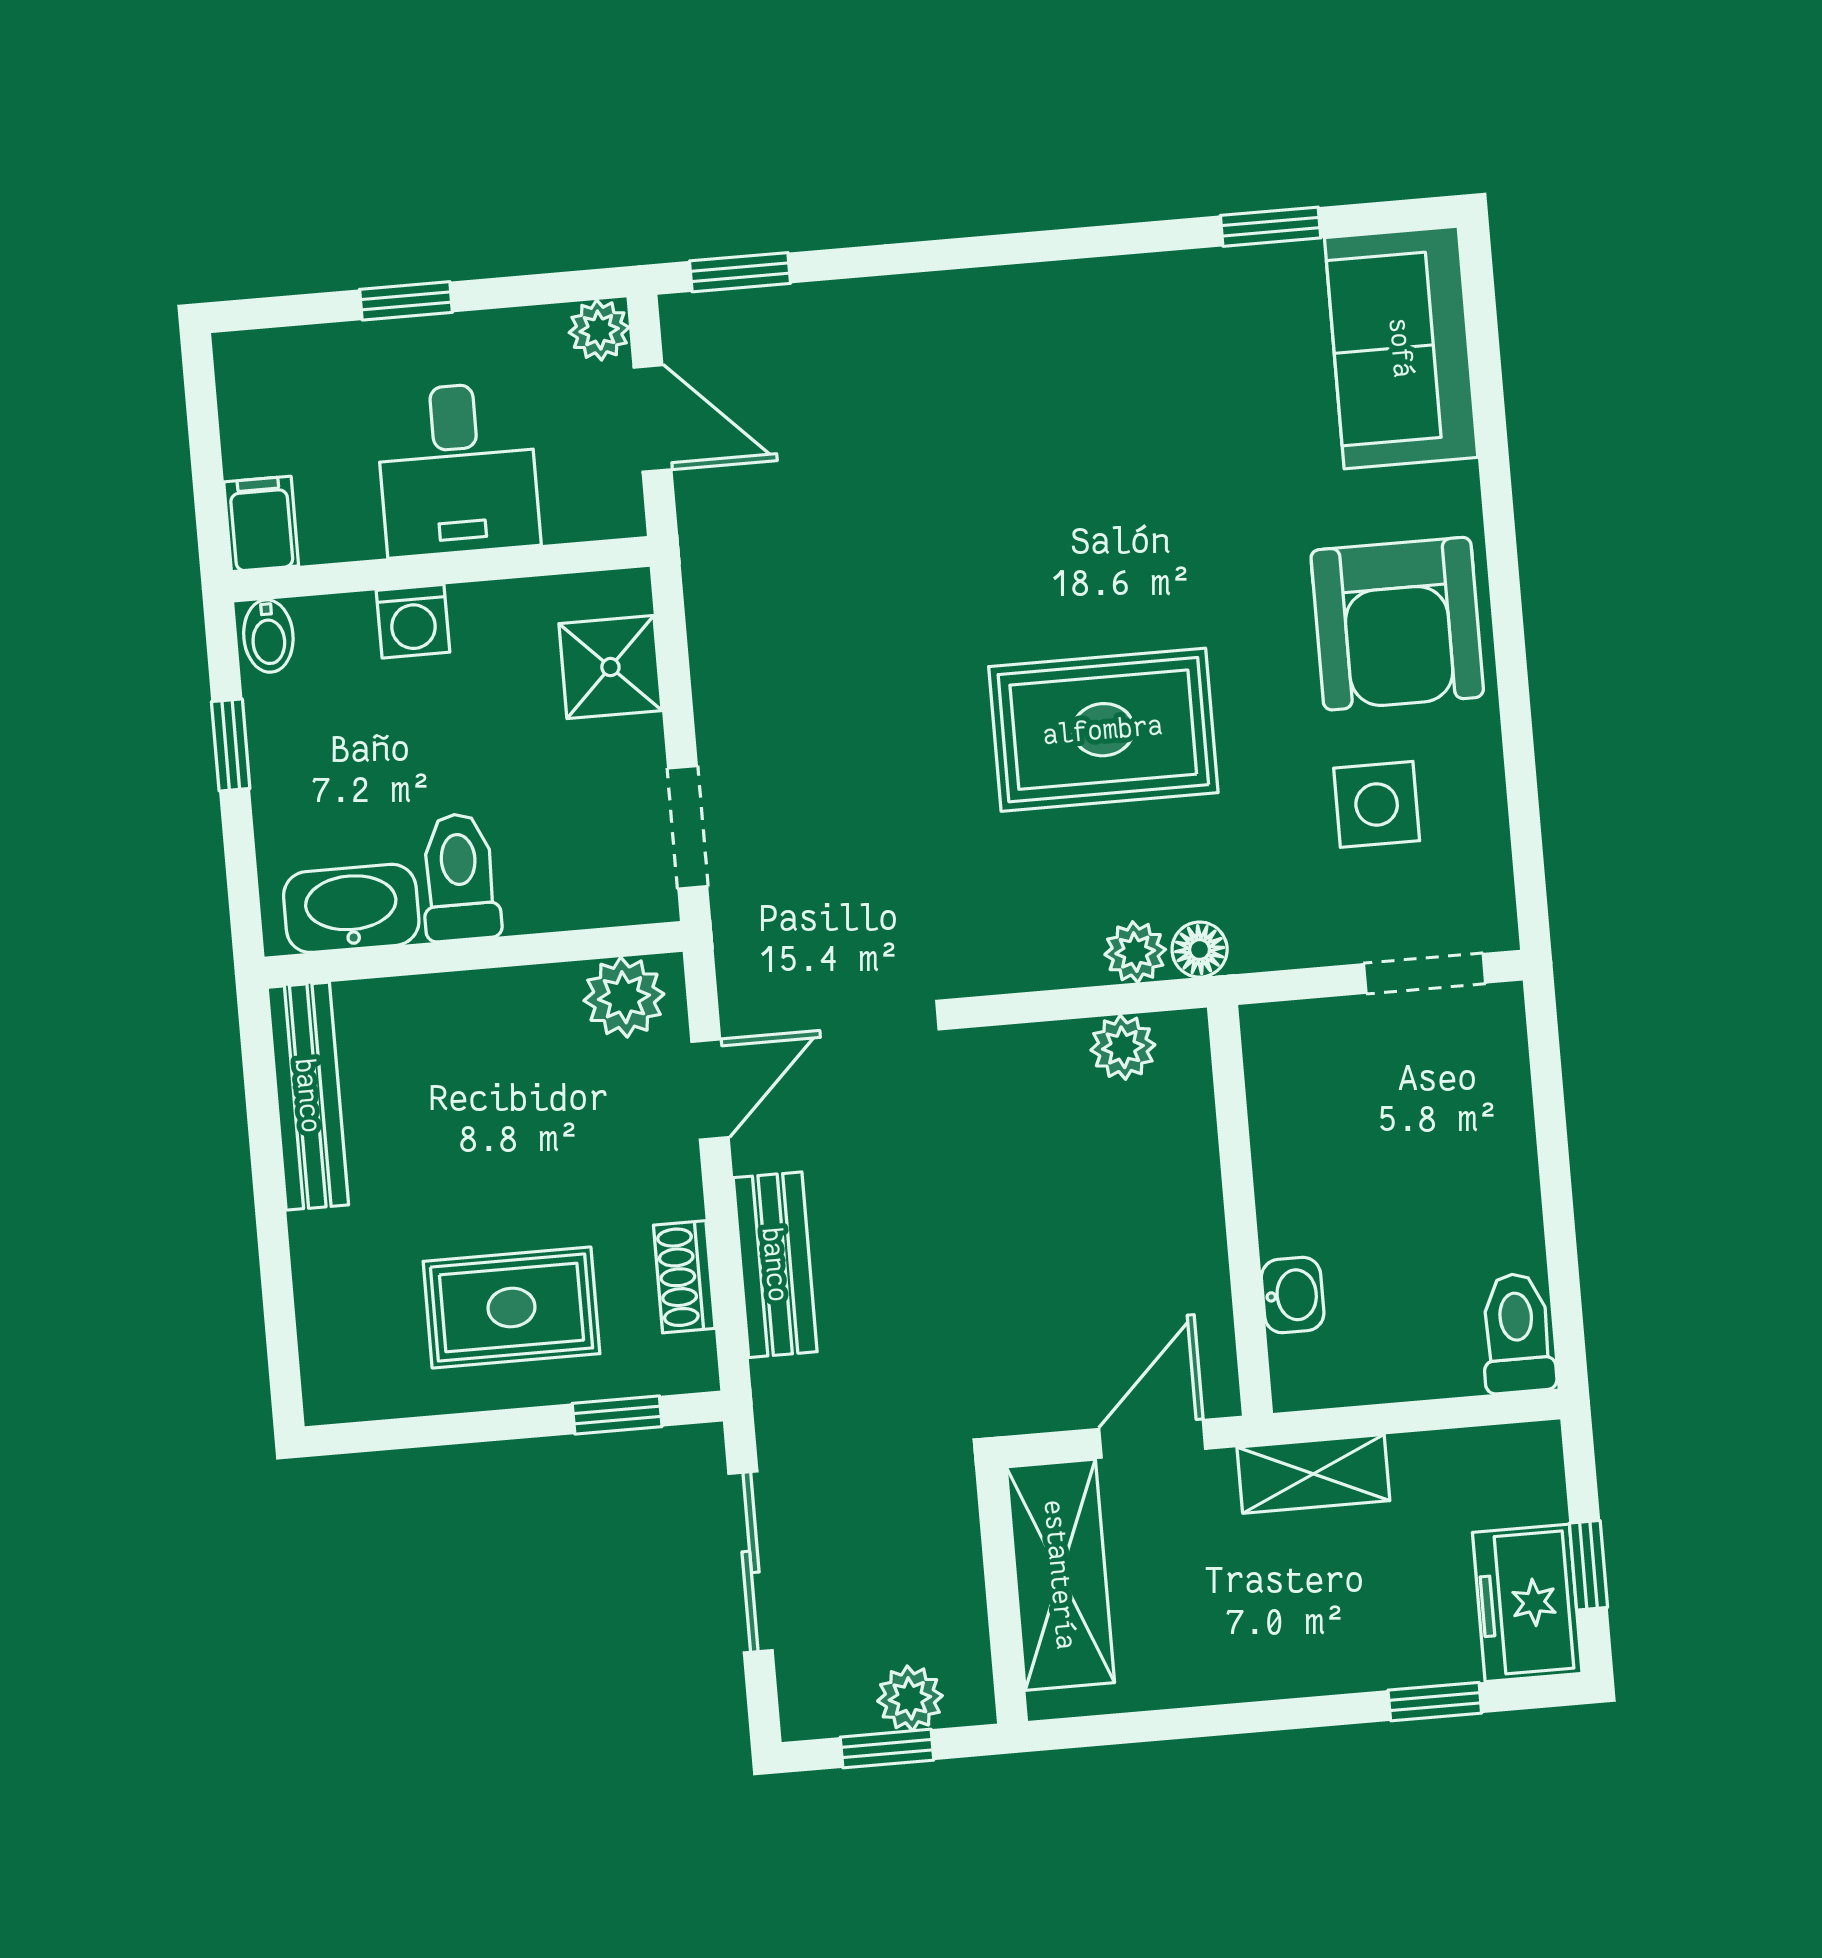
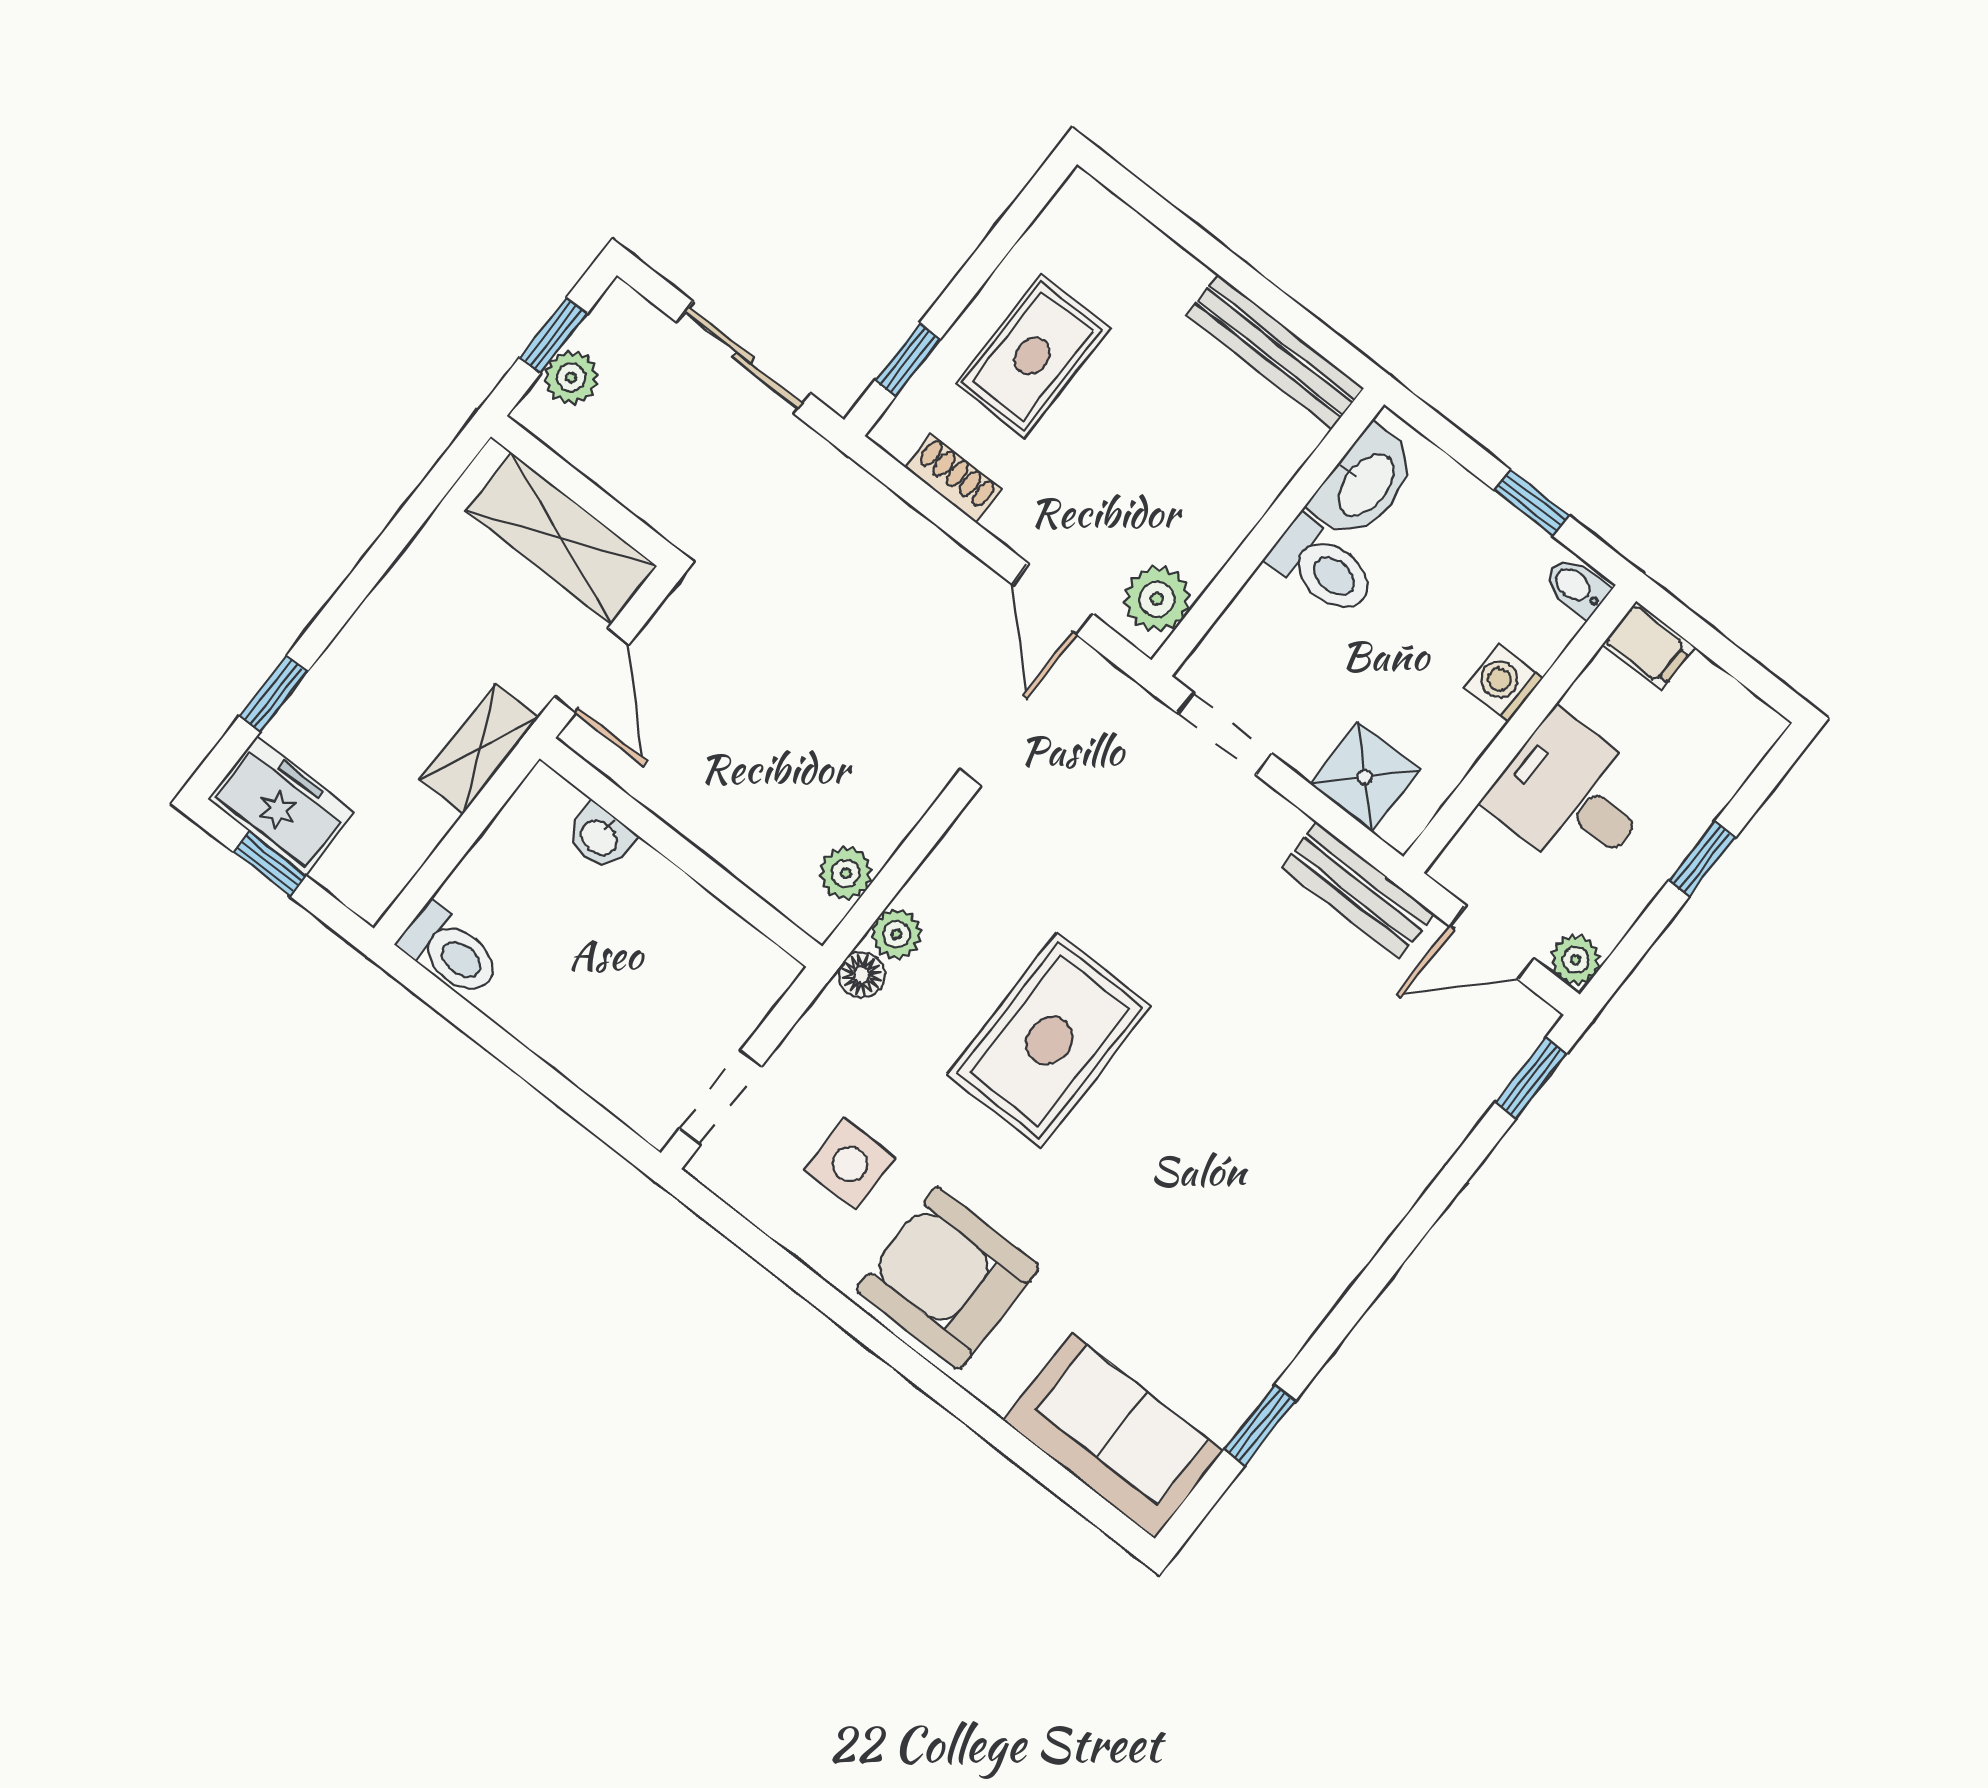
bench: (775, 1265) -> (1358, 890), moved

